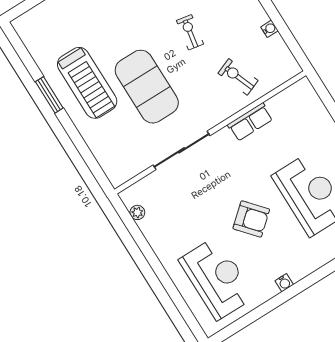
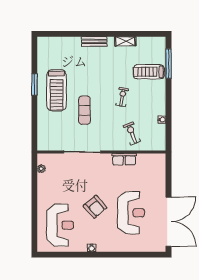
exercise mat: (147, 87) -> (85, 110), width x0.50, depth x0.69

